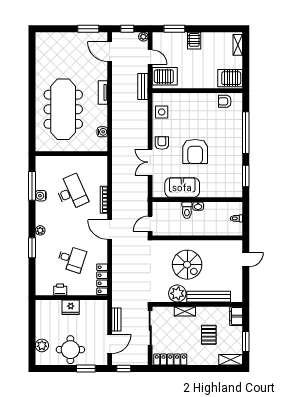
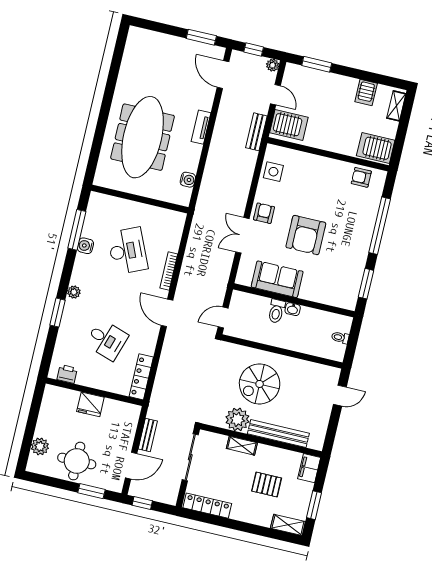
server rack: (194, 41) -> (366, 93), moved
spiral stairs: (187, 265) -> (260, 384), turned 90
printer: (60, 290) -> (67, 374), moved
pallet: (209, 335) -> (267, 485), turned 90

